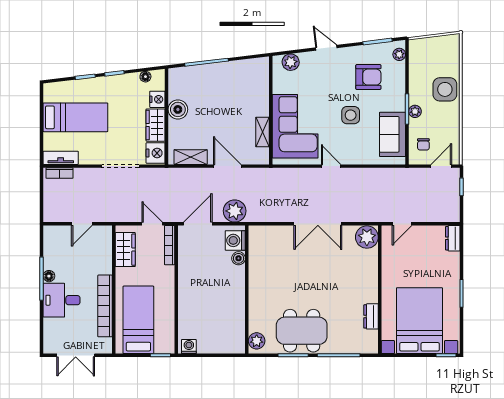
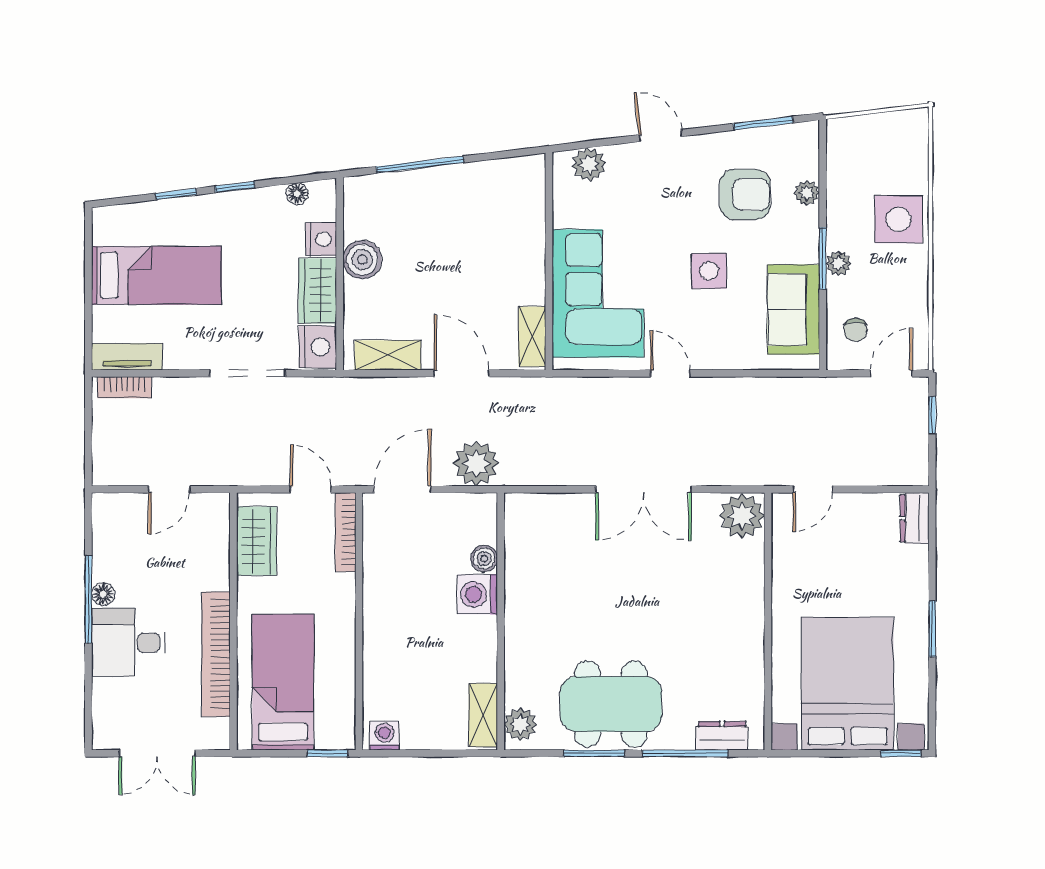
plant: (399, 54) -> (807, 193), moved
shelving: (262, 132) -> (532, 337), moved
washing machine: (235, 240) -> (478, 594), moved
dresser: (371, 316) -> (722, 736), moved, turned 90
shelving: (238, 336) -> (483, 715), added

